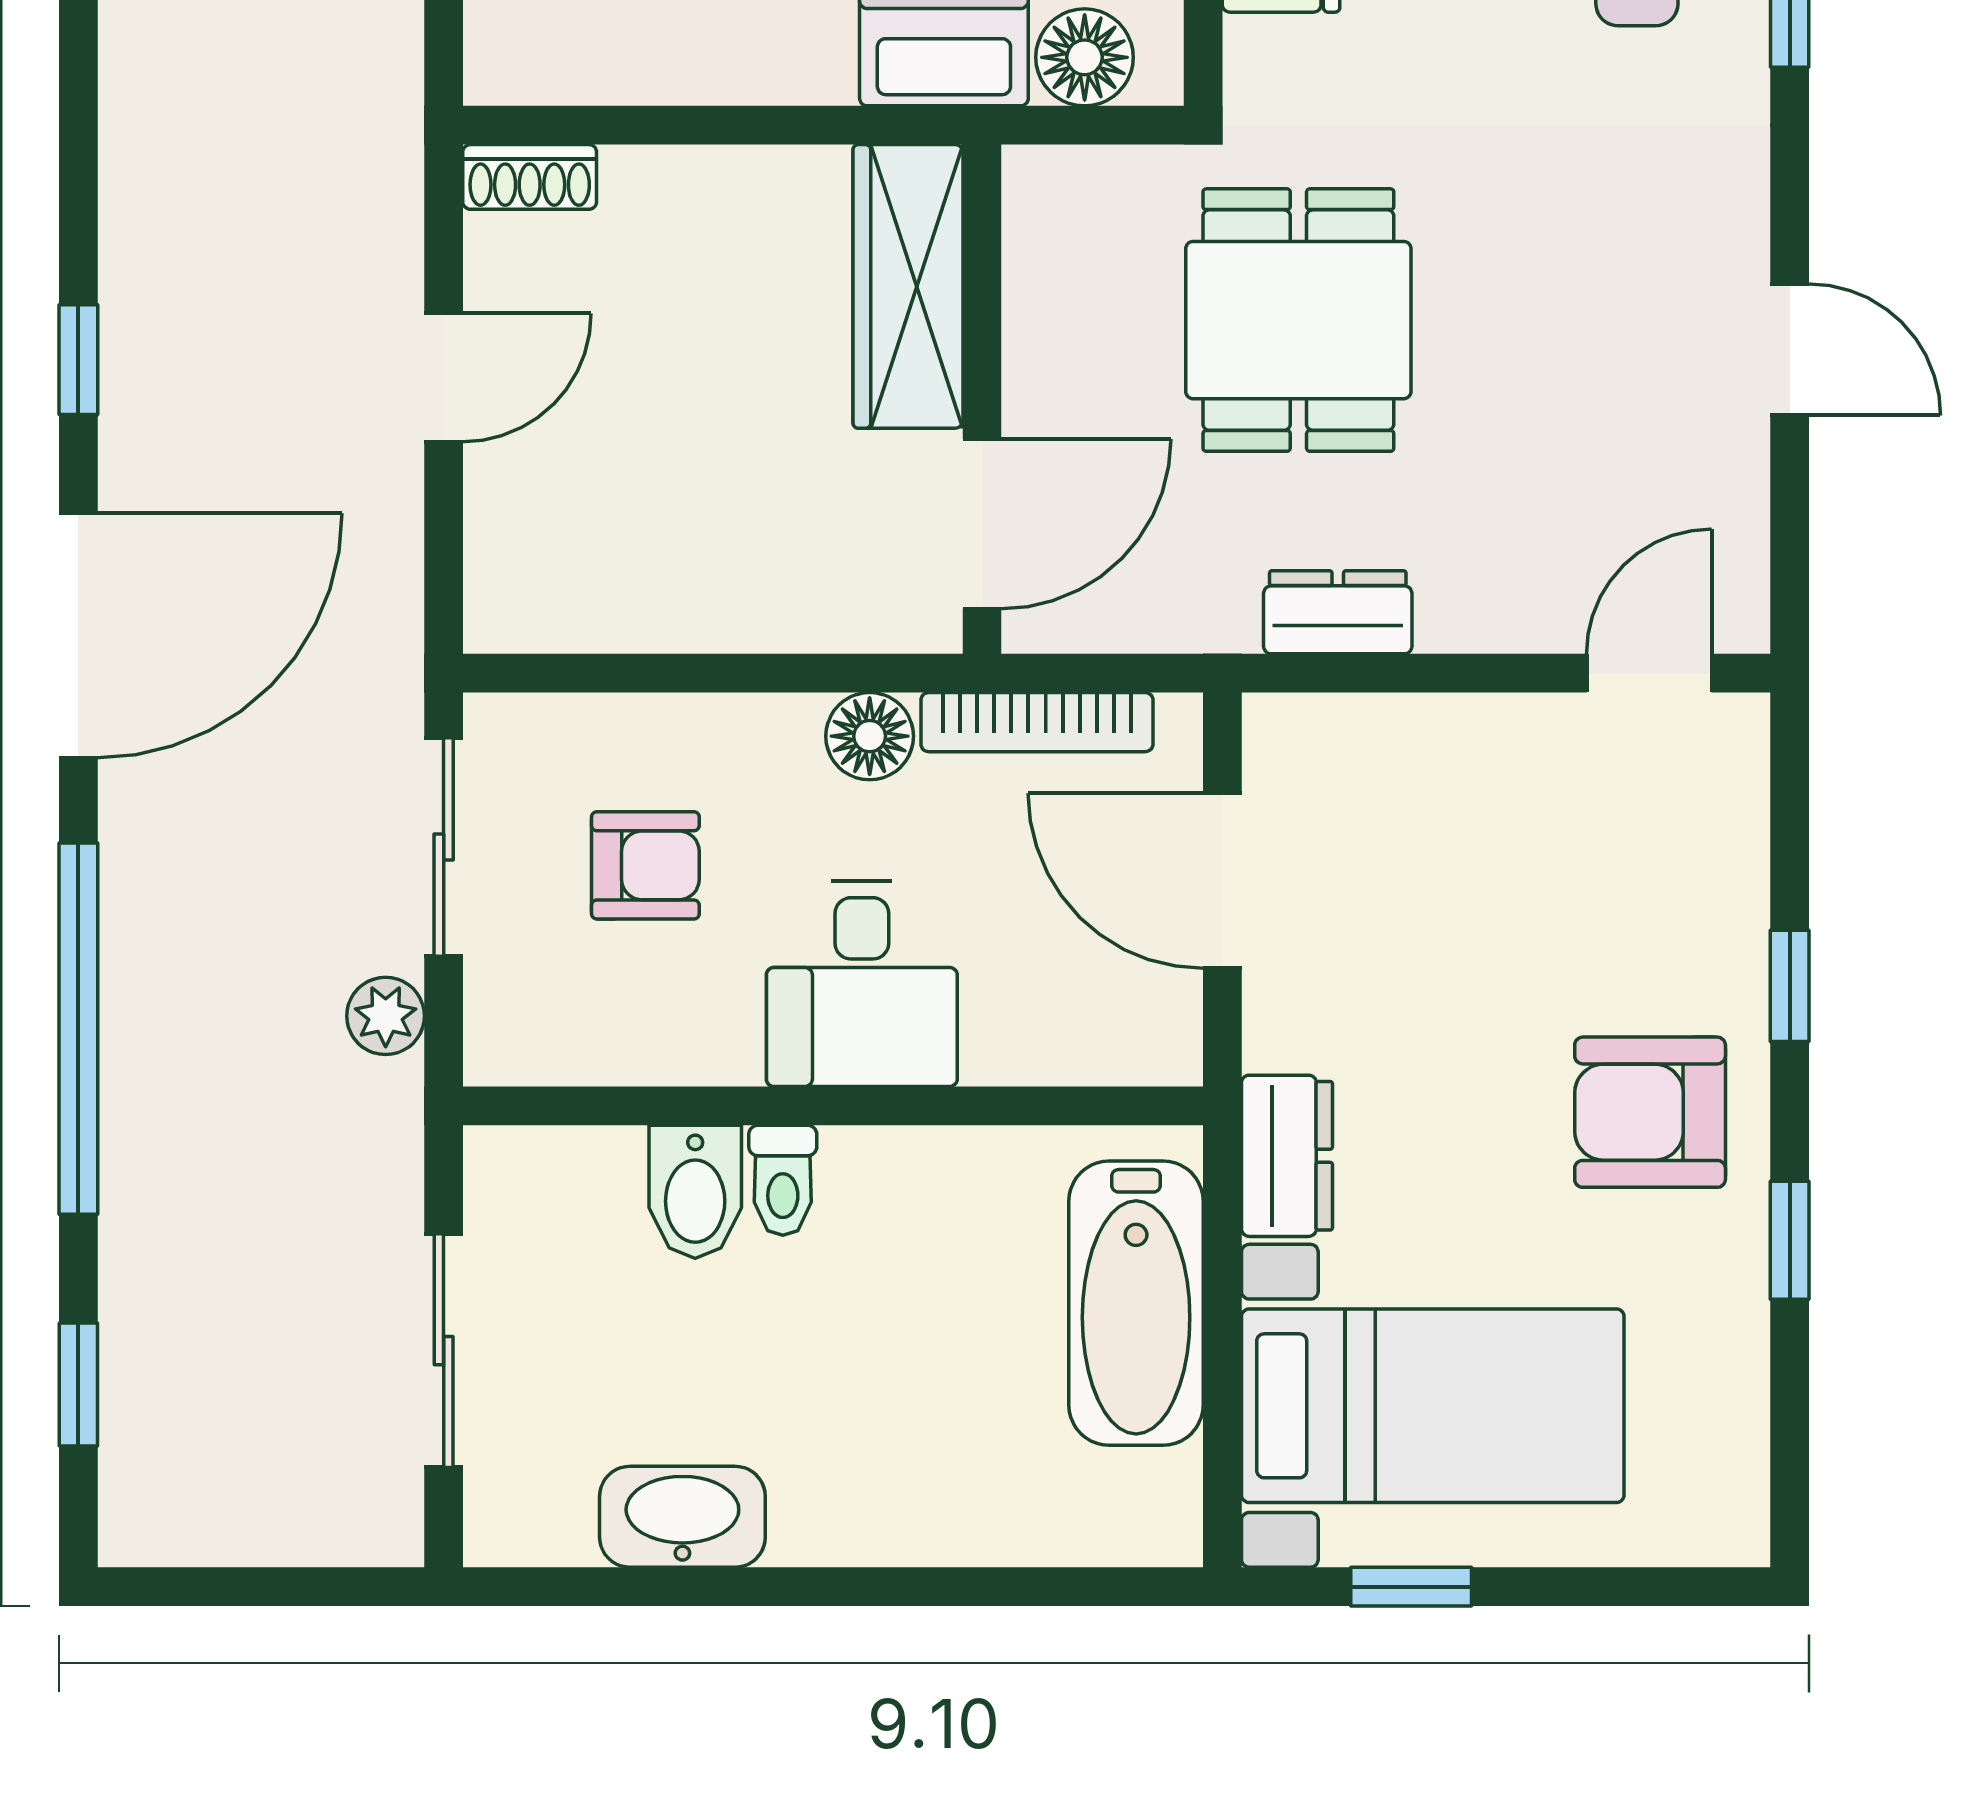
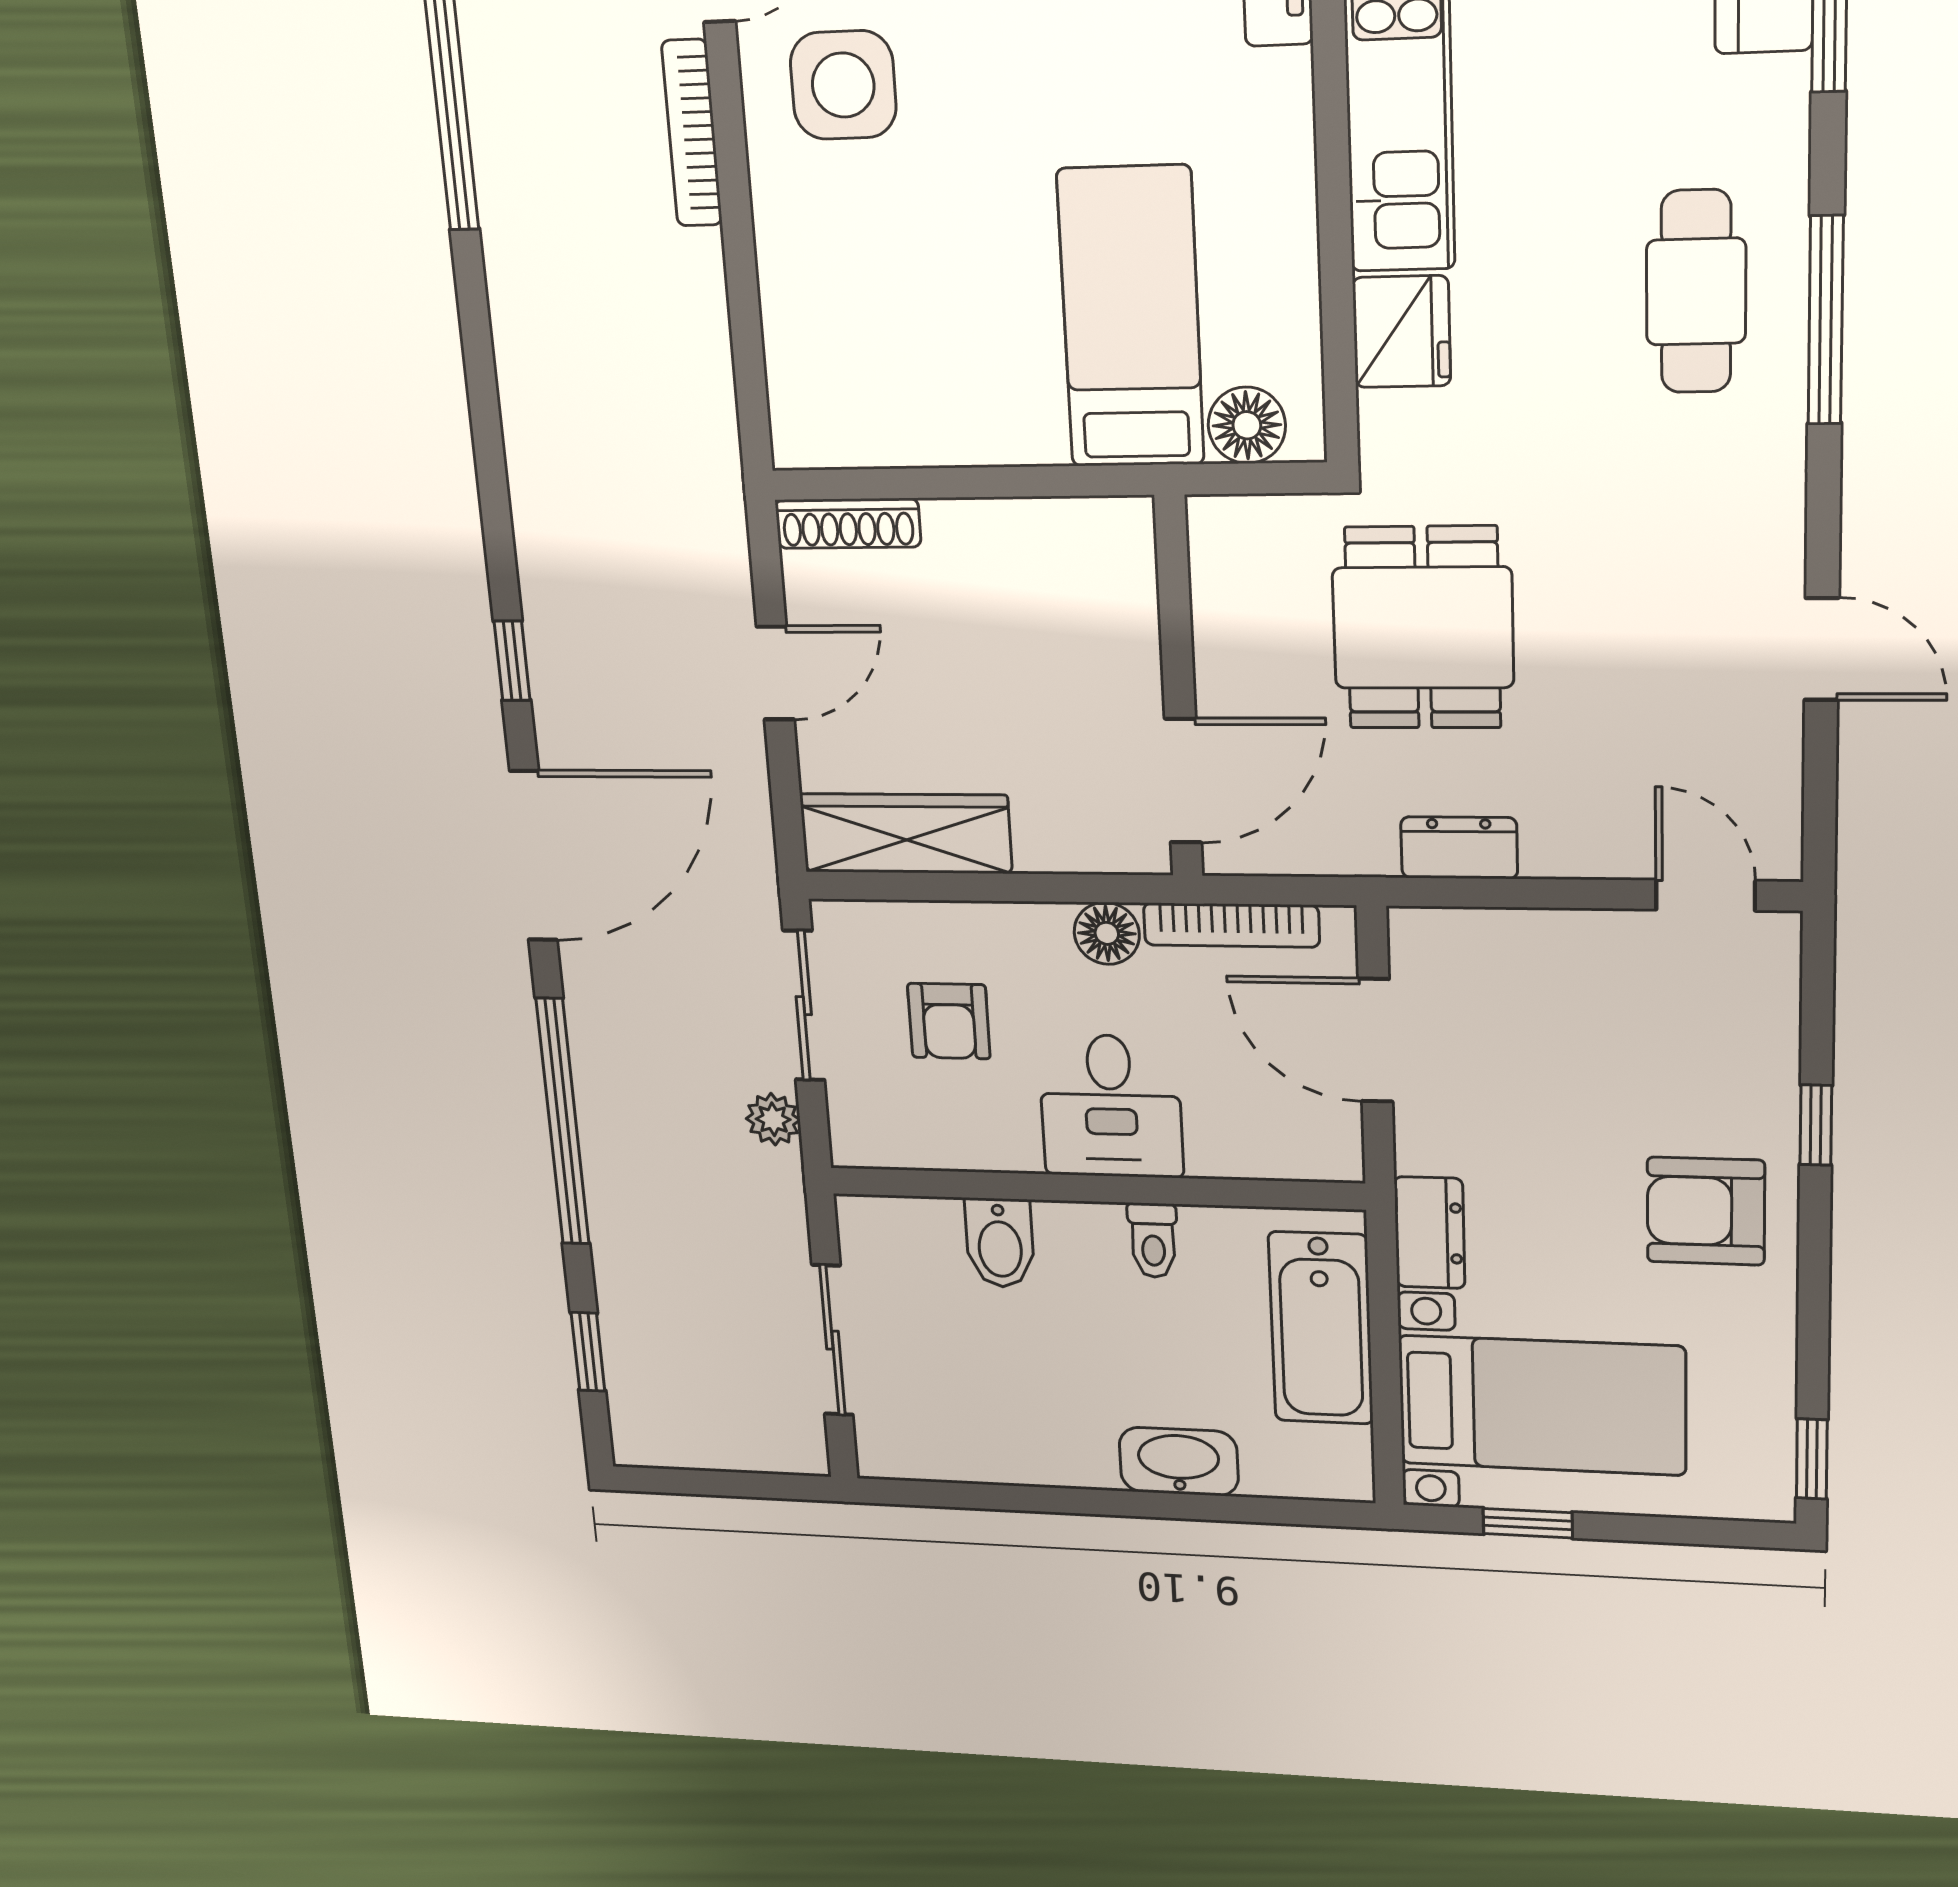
shoe rack: (530, 177) -> (848, 523), width x1.43
wardrobe: (908, 286) -> (906, 834), moved, turned 90
door: (1649, 673) -> (1705, 895), hinge flipped
armchair: (645, 865) -> (949, 1021), turned 90
toilet: (783, 1180) -> (1153, 1240), moved
window: (1790, 1240) -> (1812, 1459), moved
washbasin: (682, 1517) -> (1179, 1462), moved

